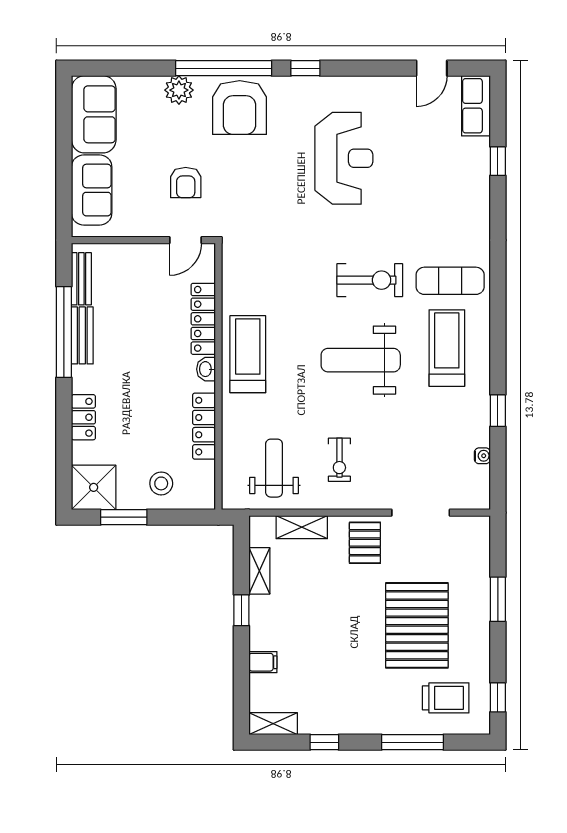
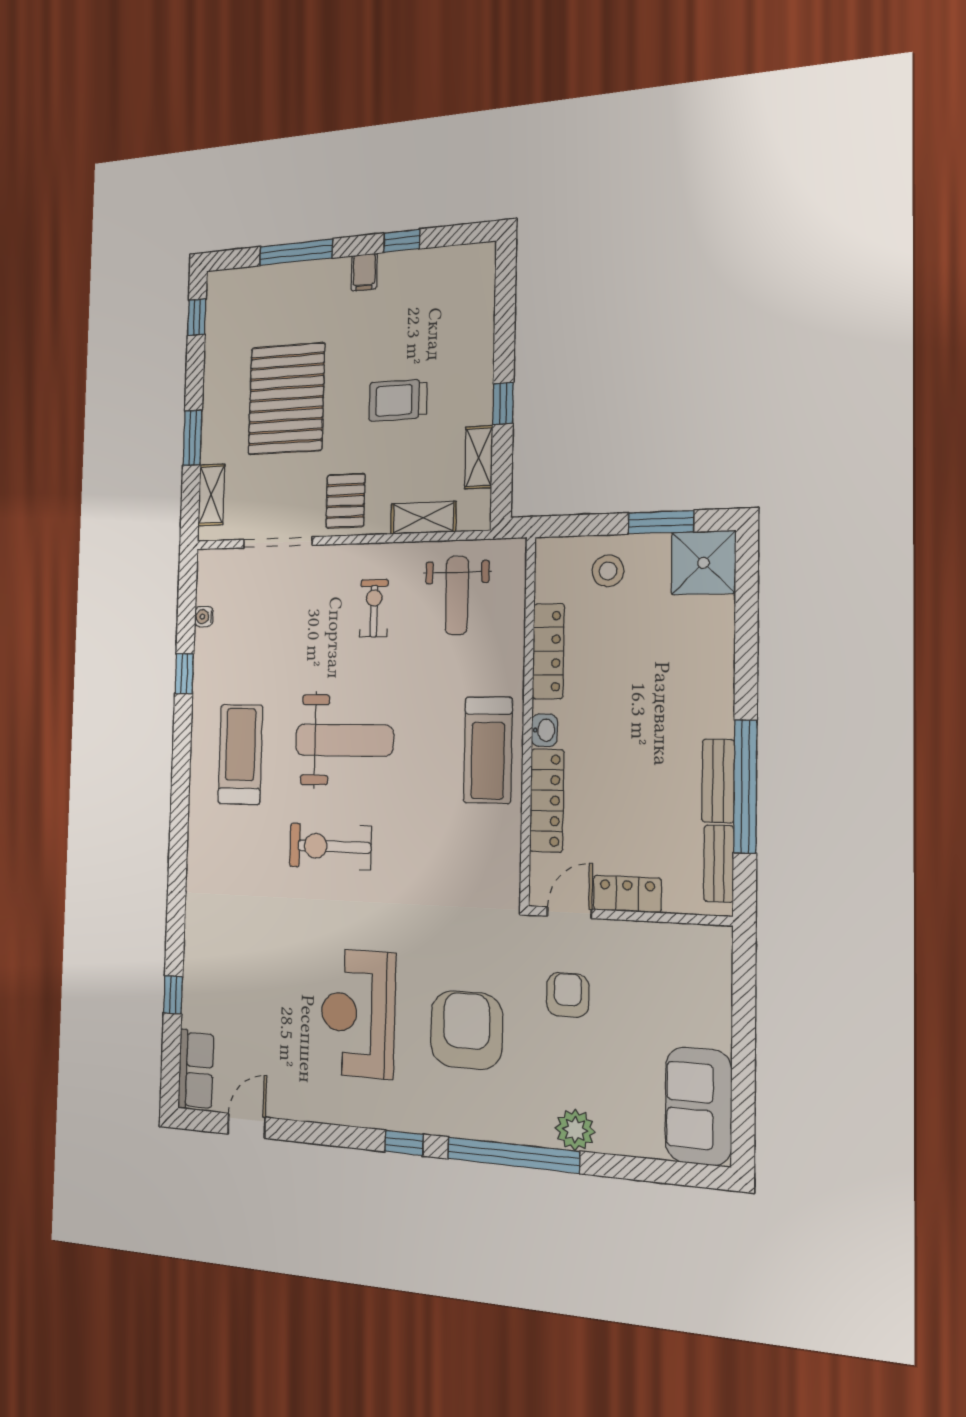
armchair: (240, 108) -> (467, 1030), moved
sofa: (92, 190) -> (703, 994), removed
exercise mat: (450, 281) -> (234, 842), removed
treadmill: (447, 348) -> (240, 754), turned 180
locker: (83, 417) -> (627, 894), moved, turned 90
filing cabinet: (263, 662) -> (364, 272), moved, turned -90
trolley: (446, 698) -> (398, 400), moved
shelving: (273, 724) -> (211, 495), moved, turned 90

